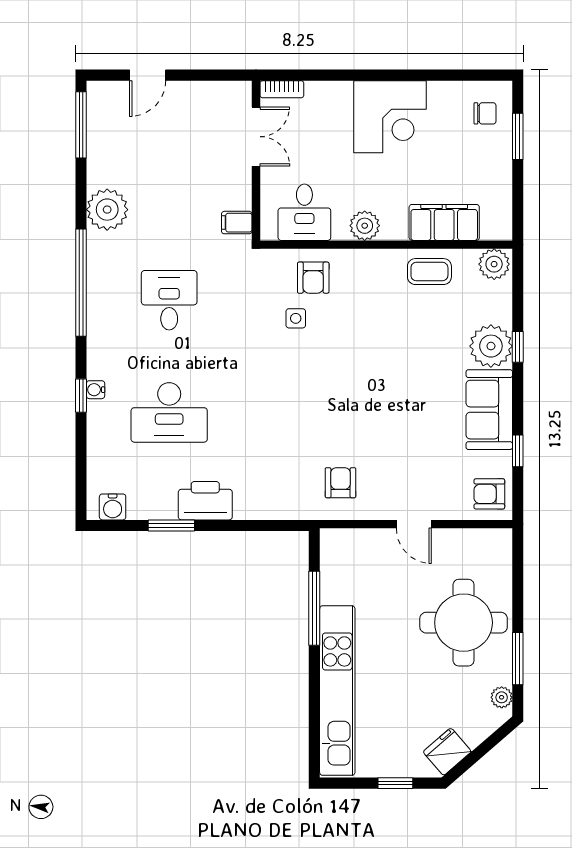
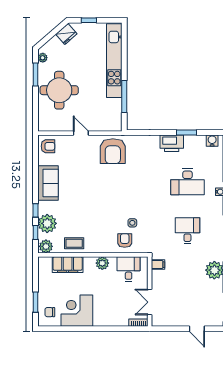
door: (148, 75) -> (197, 329), swing flipped
corner desk: (390, 117) -> (77, 311), moved
desk: (169, 300) -> (187, 231), turned 180
plant: (491, 346) -> (47, 223), moved
desk: (169, 412) -> (187, 182), turned 180
window: (518, 451) -> (36, 233), moved
armchair: (340, 483) -> (113, 151), width x1.88, depth x1.88

